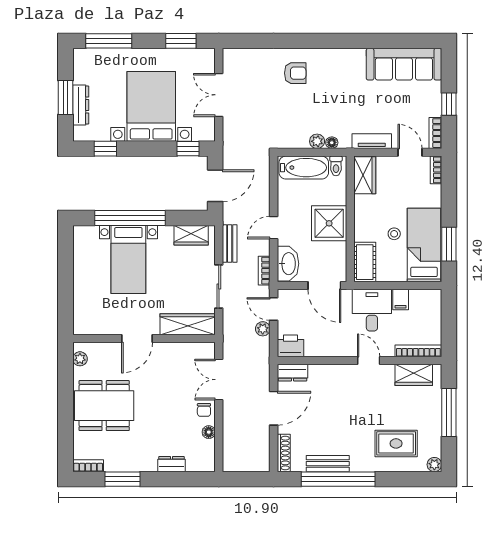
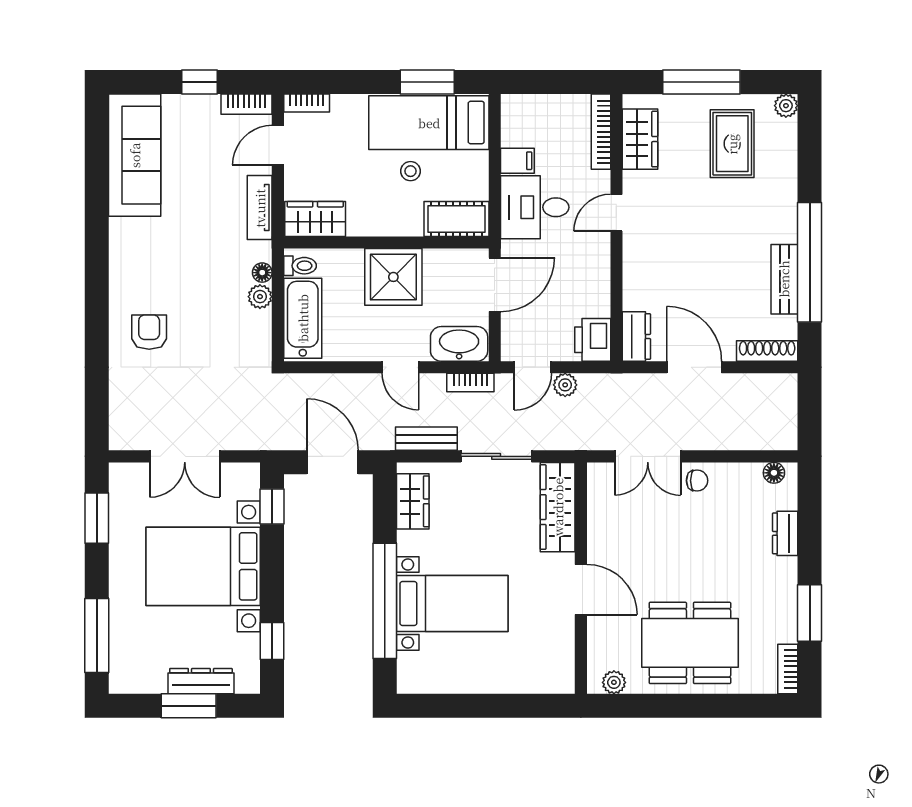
dining table: (104, 406) -> (690, 643), turned 90
floor lamp: (209, 432) -> (774, 473), moved
rug: (396, 443) -> (732, 144), moved

